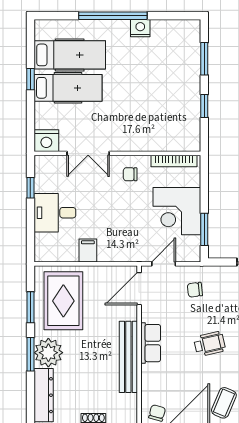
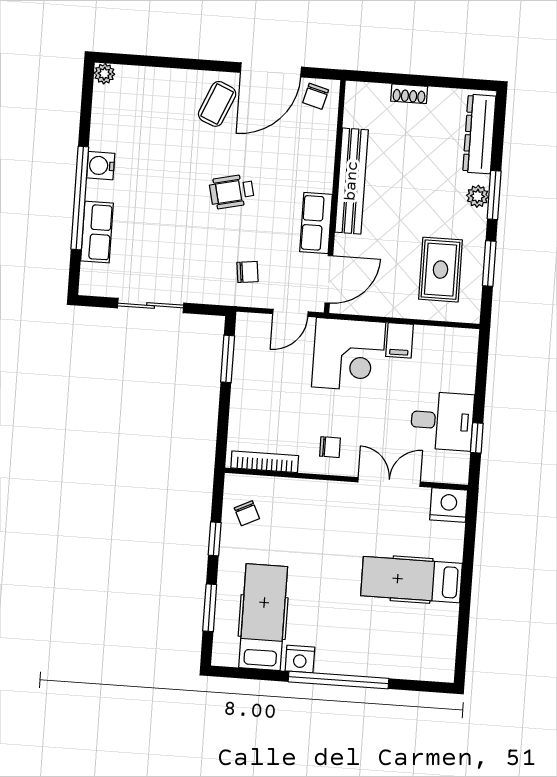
hospital bed: (70, 55) -> (263, 617), moved, turned 90
window: (30, 79) -> (465, 596), removed
chair: (184, 125) -> (247, 513), added
corner desk: (177, 211) -> (349, 355), moved, turned 90
desk: (55, 213) -> (442, 421), moved
rug: (63, 301) -> (441, 270), width x0.73, depth x0.70
row of seats: (151, 343) -> (316, 223), moved
plant: (48, 353) -> (478, 196), width x0.53, depth x0.53

